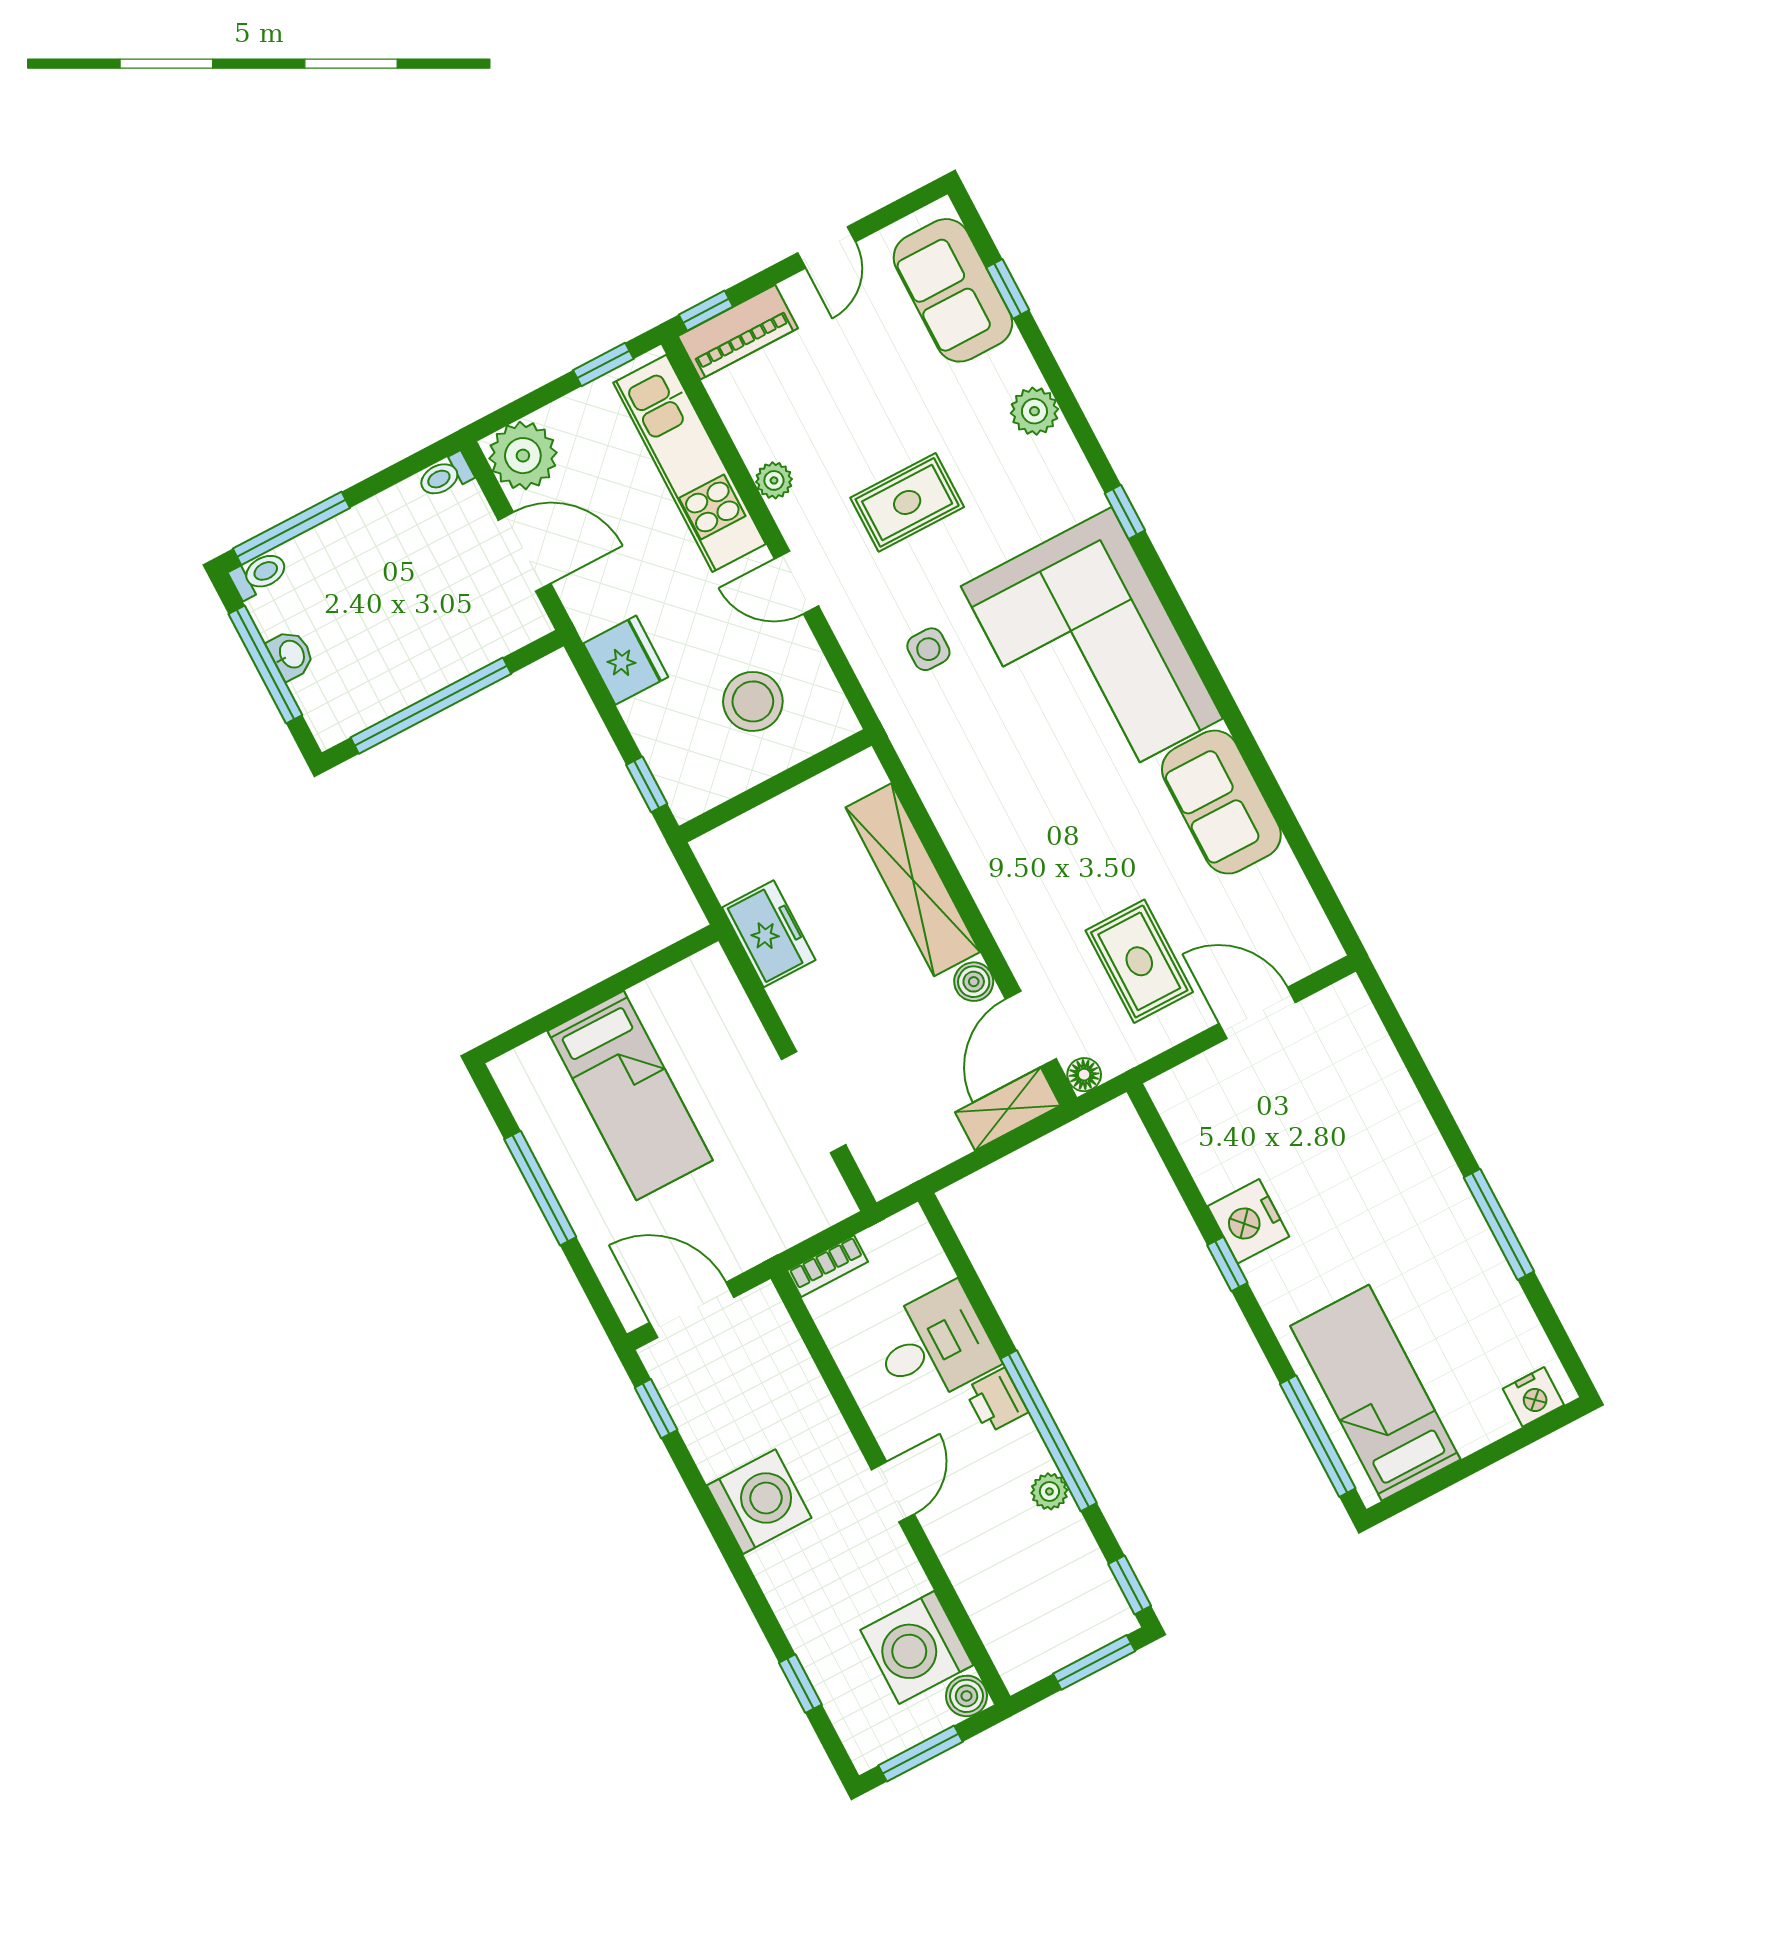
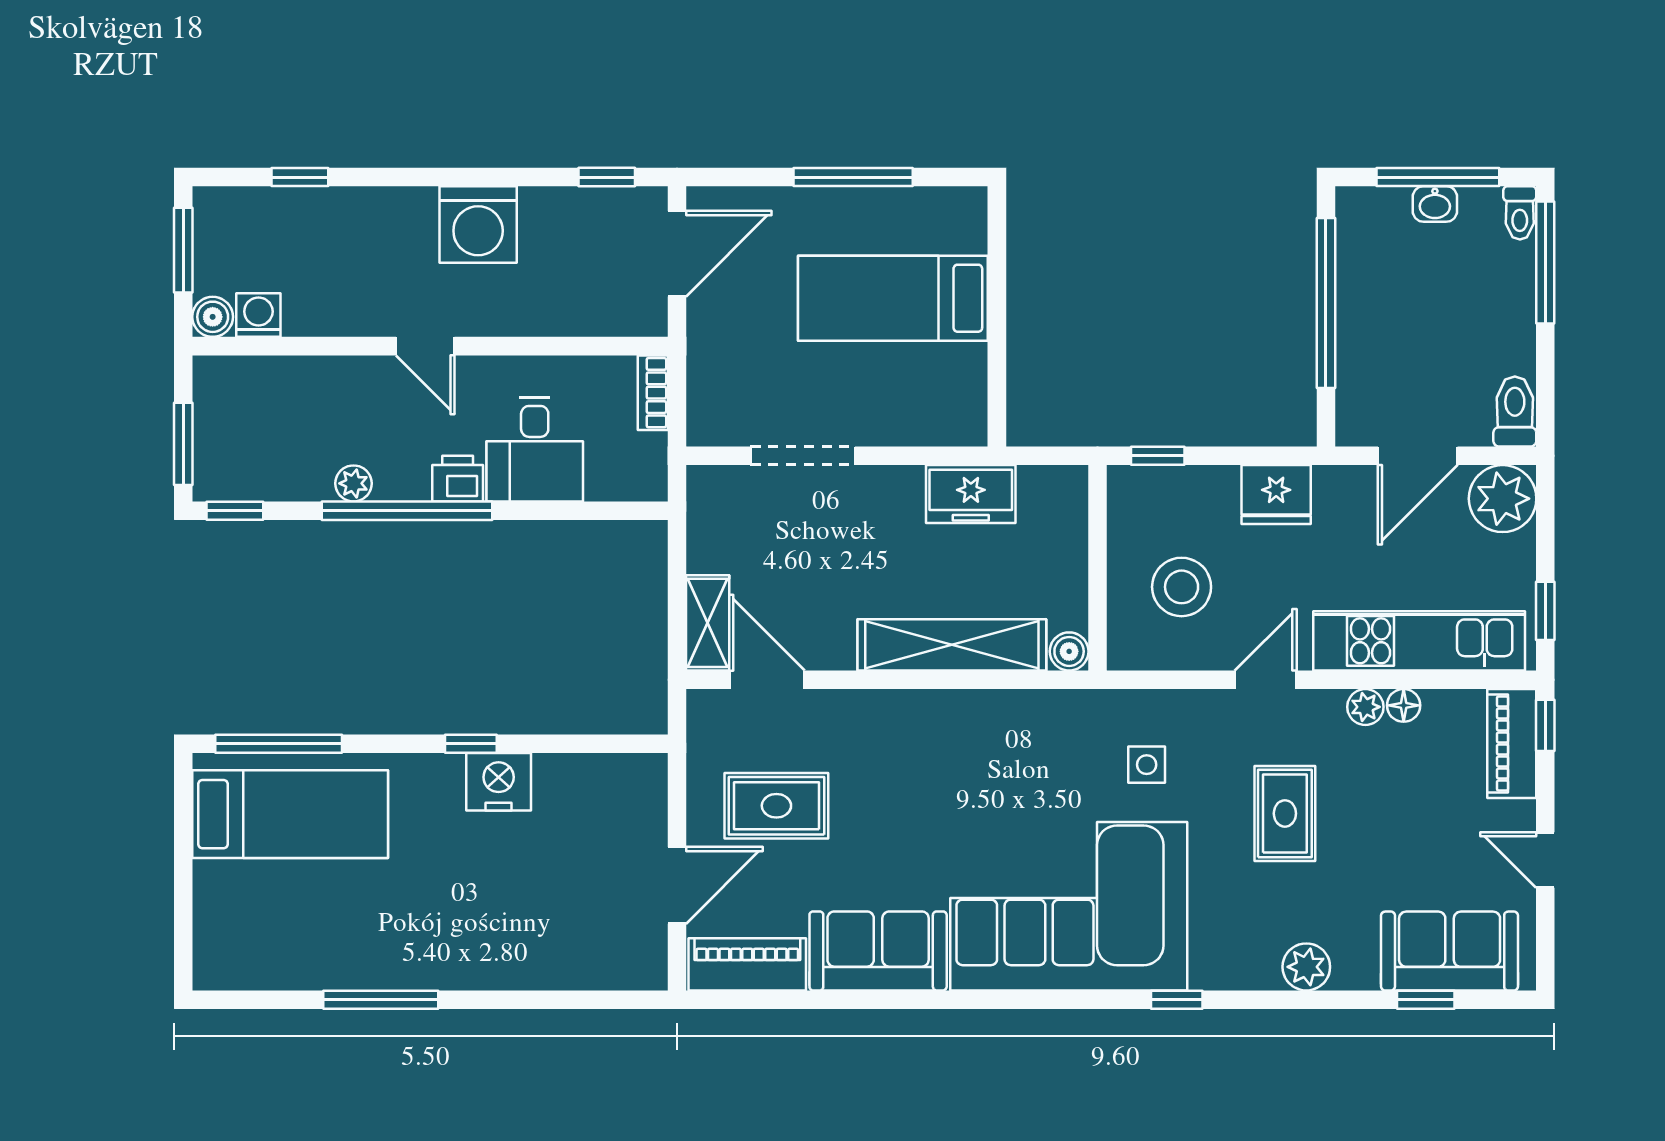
toilet: (445, 476) -> (1515, 412), width x1.37, depth x1.39
piano: (1295, 913) -> (747, 964), added
boiler: (974, 982) -> (1069, 651), moved
floor lamp: (1084, 1075) -> (1404, 705), moved
nightstand: (1533, 1397) -> (214, 951), removed
washing machine: (917, 1647) -> (258, 315), width x0.53, depth x0.53

